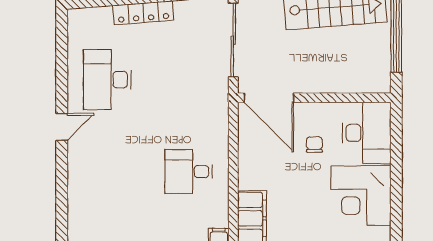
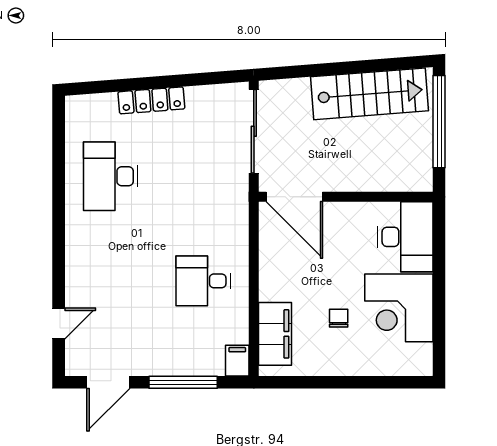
door: (62, 127) -> (59, 324), moved
chair: (314, 145) -> (339, 318), moved

